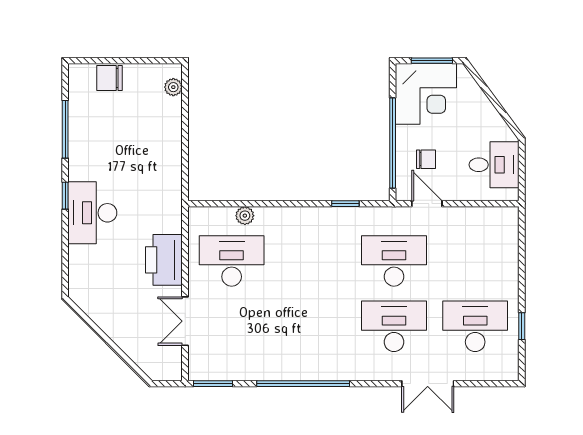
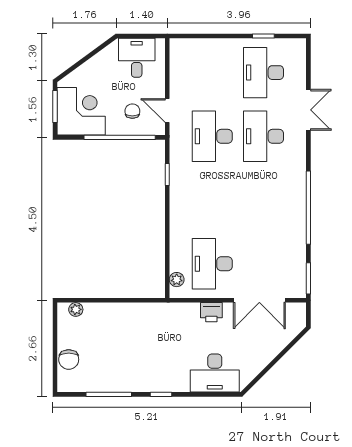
door: (427, 204) -> (167, 110), hinge flipped
desk: (92, 213) -> (215, 373), moved
plant: (245, 216) -> (177, 280), moved
printer: (164, 260) -> (211, 312), width x0.53, depth x0.68
double door: (185, 321) -> (259, 300), width x1.37

